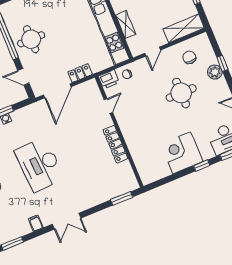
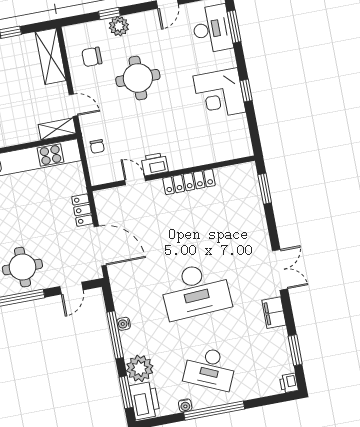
shelving: (126, 25) -> (57, 129), moved
printer: (109, 79) -> (155, 164), moved, turned -90
window: (202, 165) -> (246, 91), moved
filing cabinet: (36, 223) -> (274, 313), width x2.00

